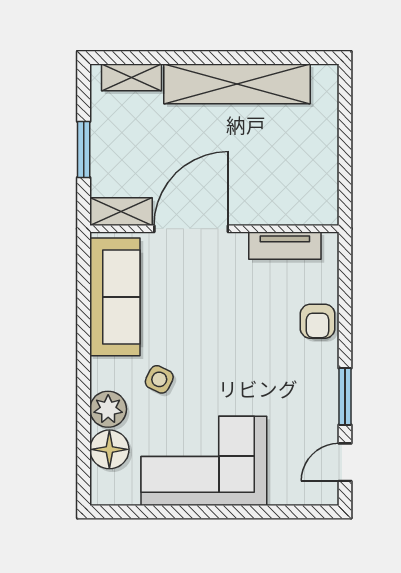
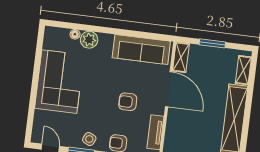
armchair: (228, 312) -> (128, 102), added
side table: (159, 379) -> (89, 139), moved
floor lamp: (109, 449) -> (75, 34), width x0.53, depth x0.53

